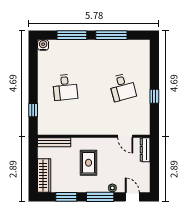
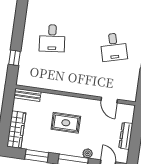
bench: (54, 142) -> (27, 95), width x0.73
dresser: (145, 150) -> (126, 136), moved
rug: (89, 163) -> (66, 123), turned 90

